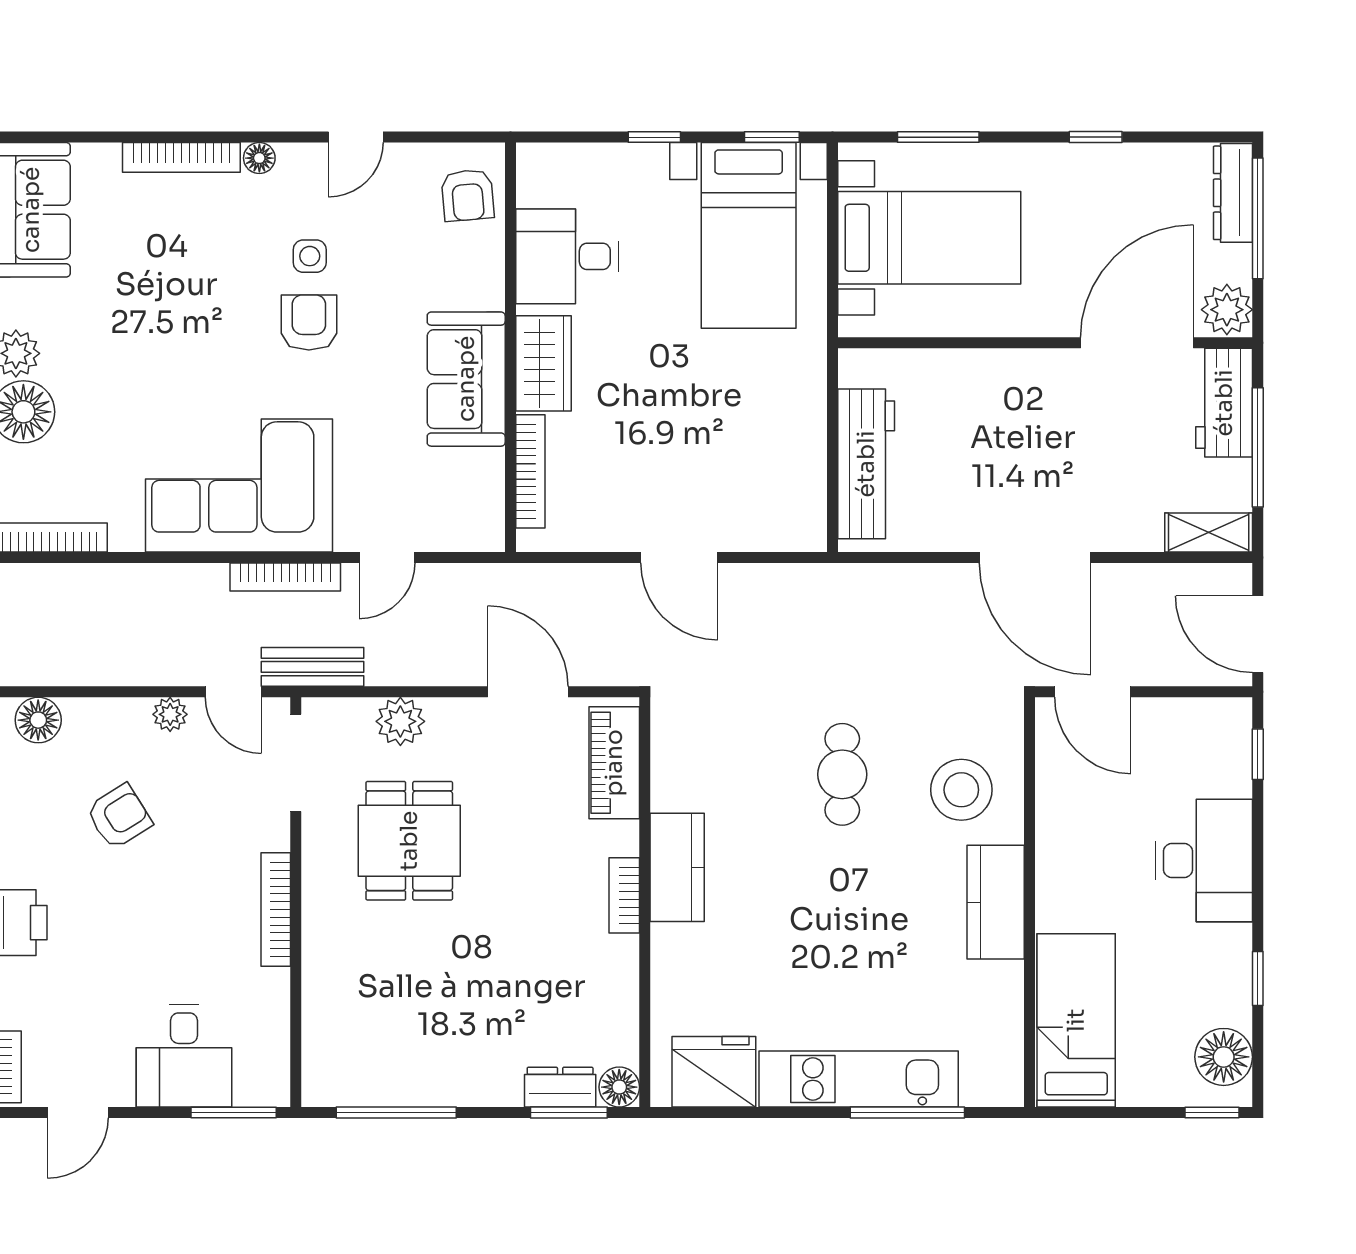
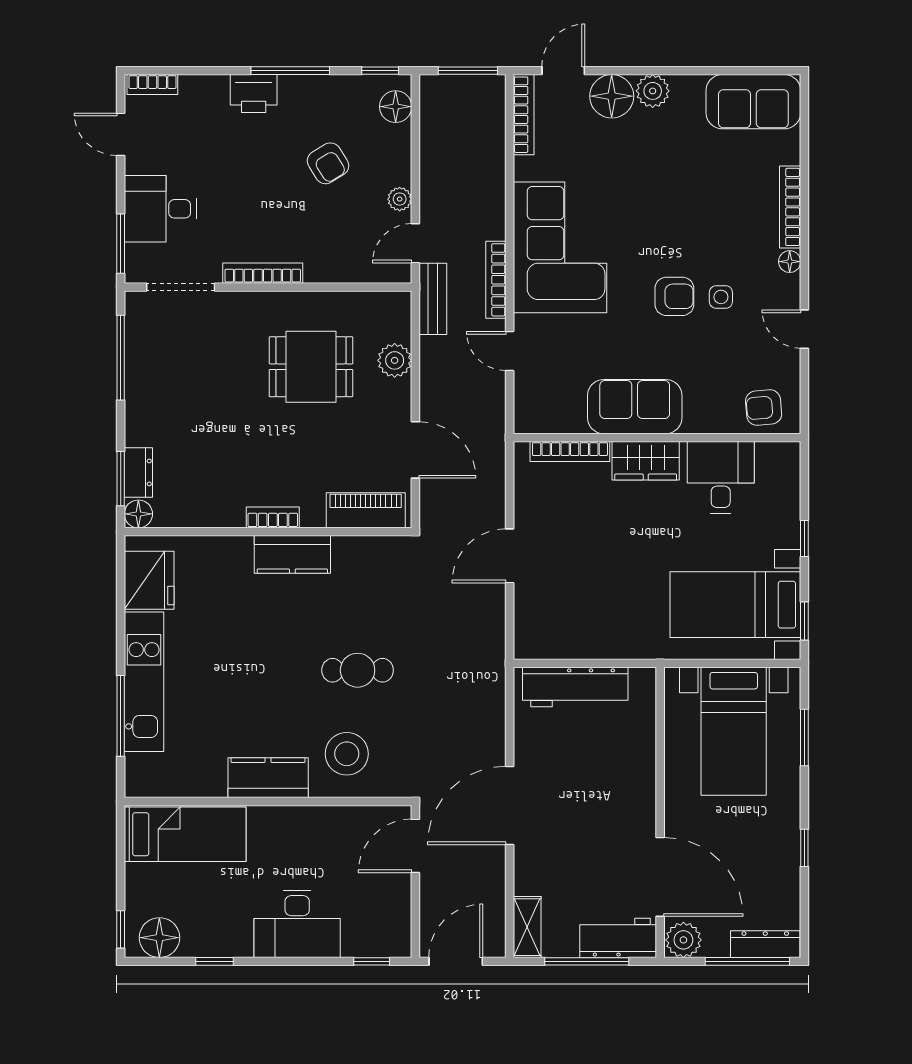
door: (528, 692) -> (415, 450), hinge flipped
doorway: (296, 763) -> (181, 287), moved

